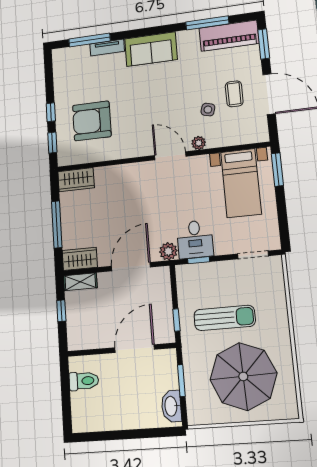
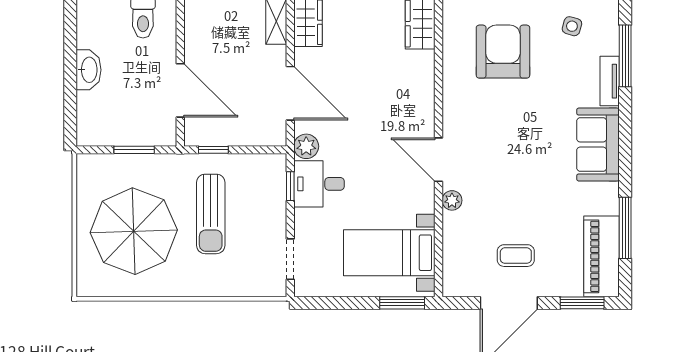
side table: (208, 110) -> (572, 26), moved
door: (170, 156) -> (439, 160), swing flipped
washbasin: (171, 406) -> (89, 70), moved, turned 90

